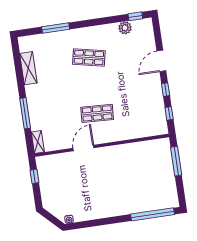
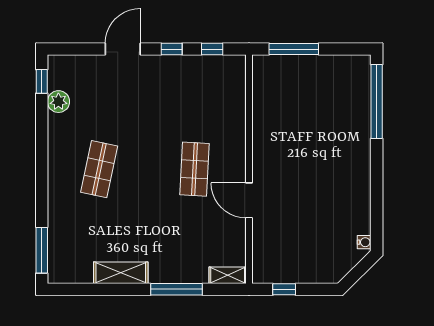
window: (56, 28) -> (42, 250), moved
door: (161, 61) -> (123, 49), swing flipped
shelving: (28, 68) -> (121, 273), moved

